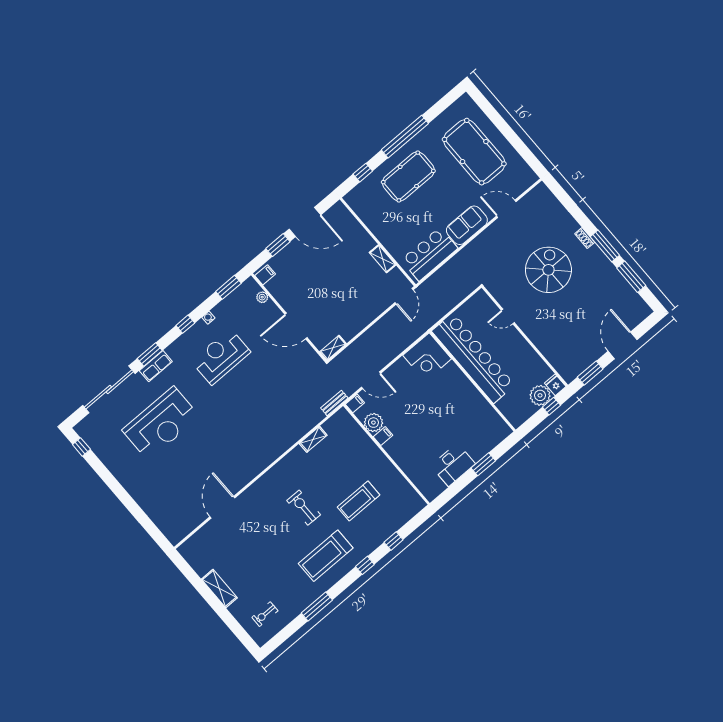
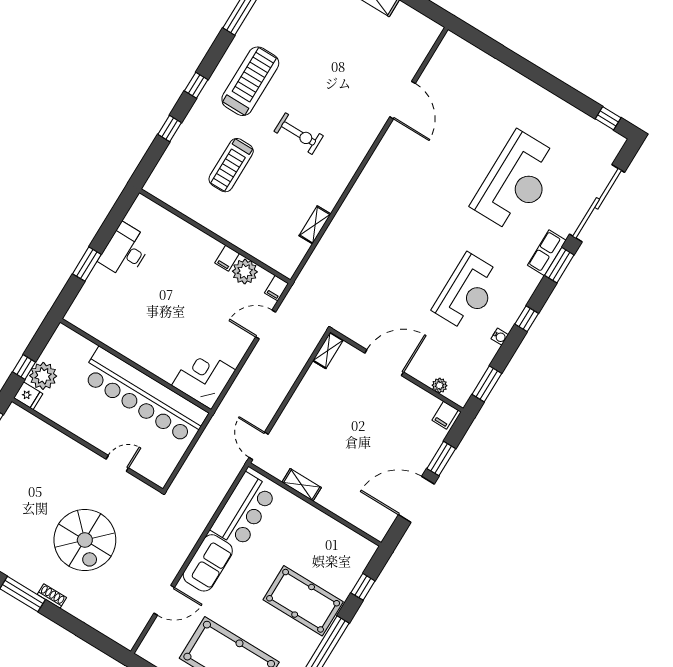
pool table: (408, 177) -> (303, 601), turned 90
bench: (334, 403) -> (303, 280), removed
reception desk: (161, 423) -> (516, 182), turned 180
treadmill: (359, 501) -> (231, 165), turned 180

